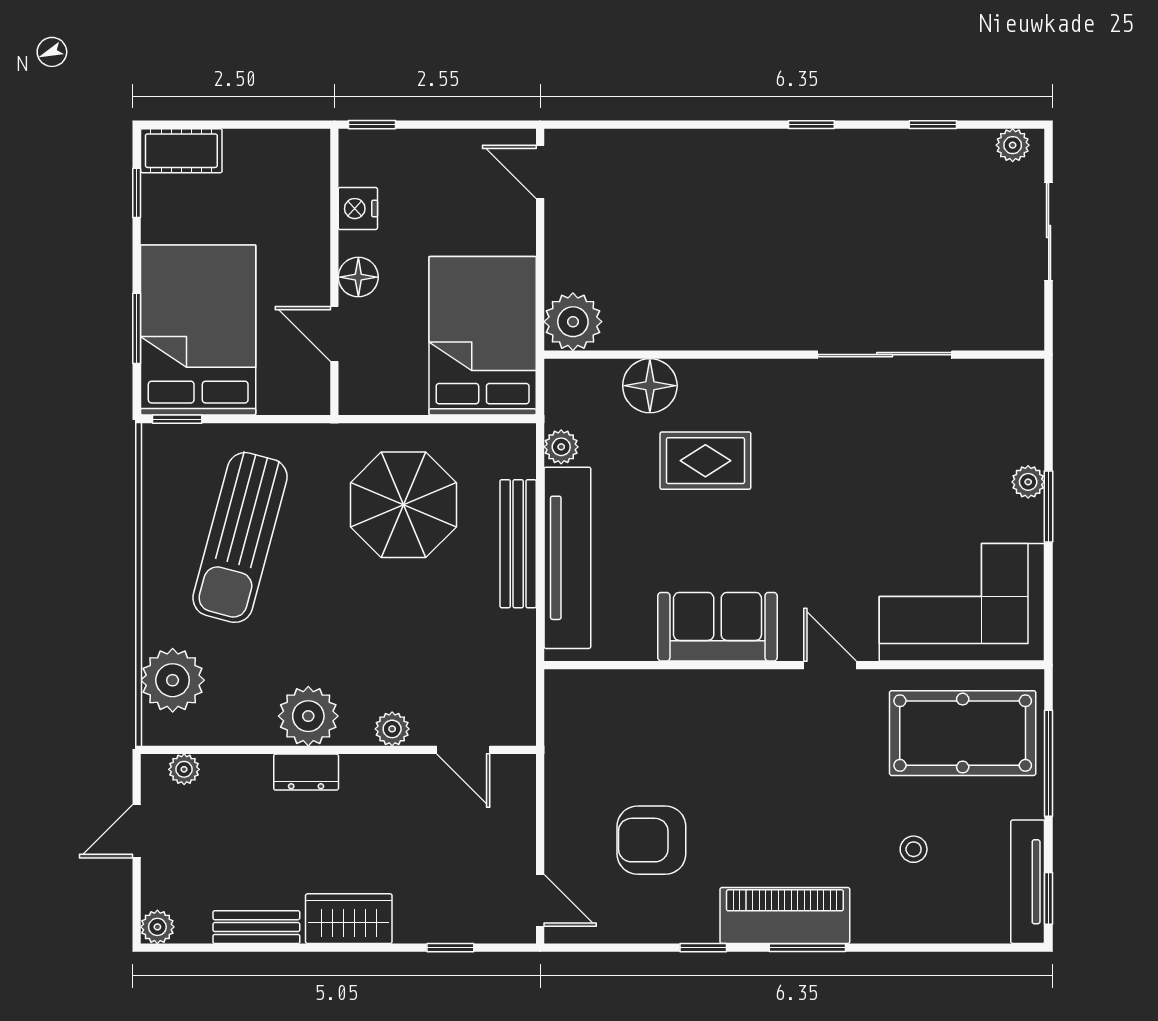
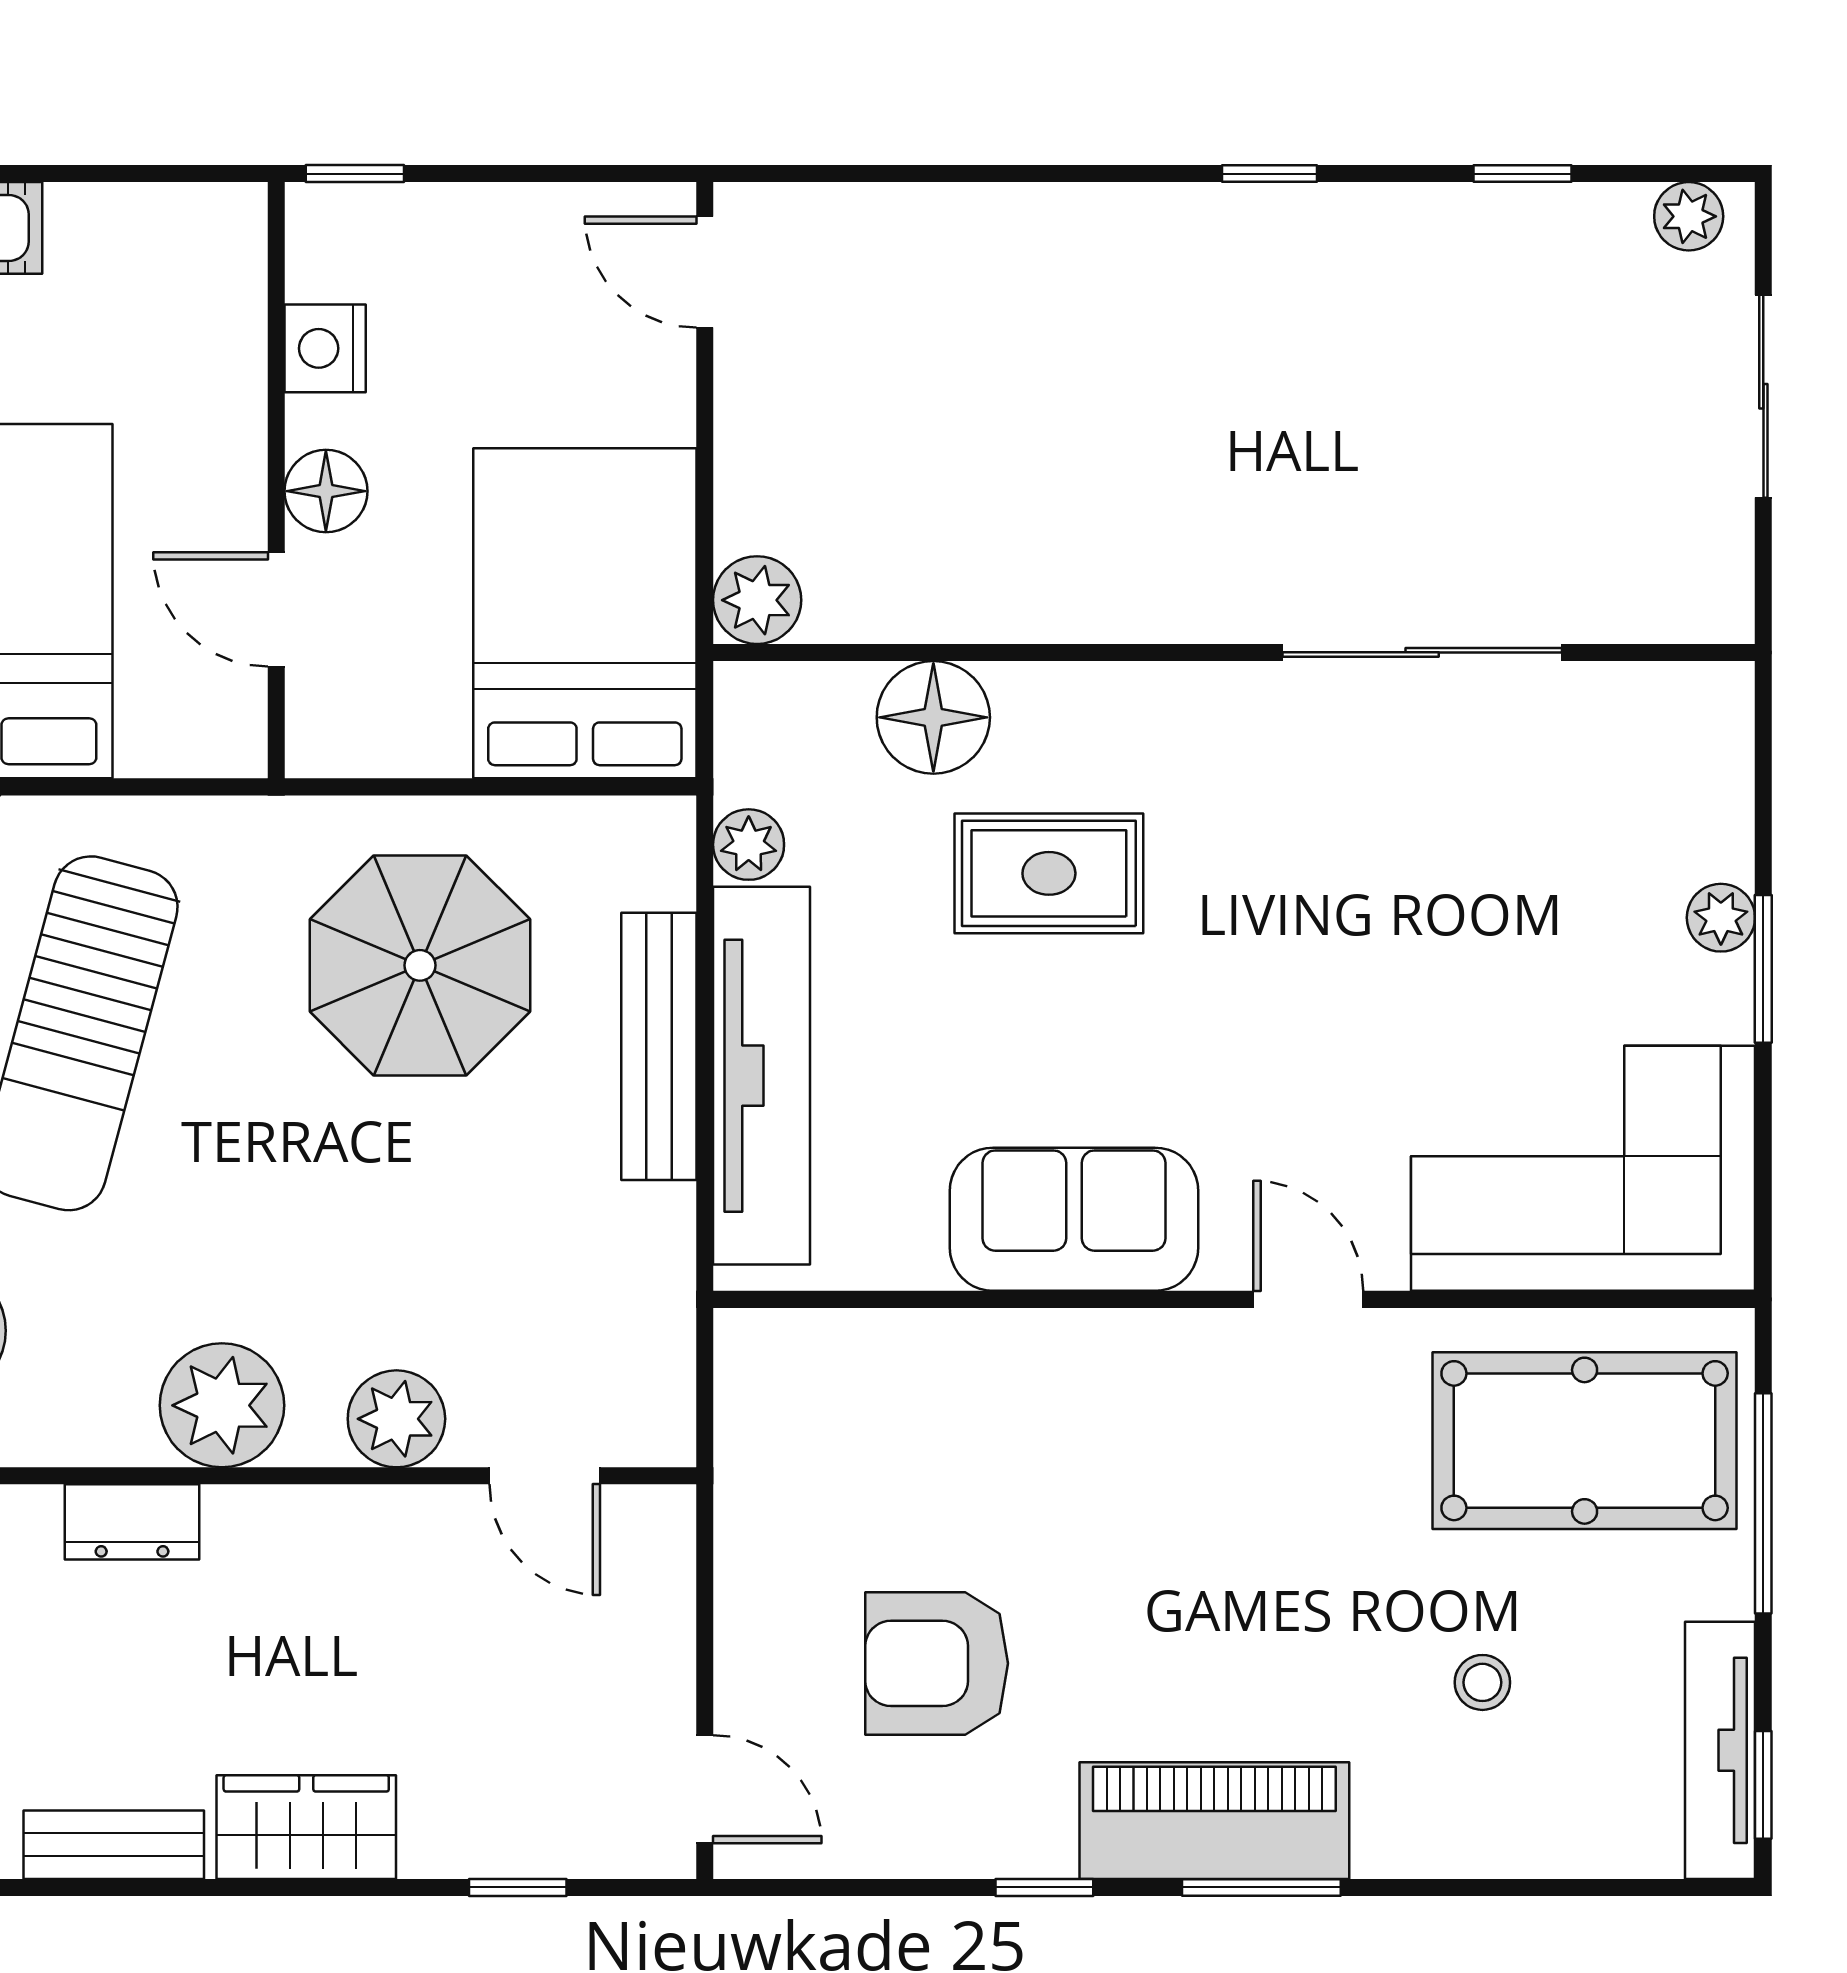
plant: (573, 322) -> (757, 600), width x0.73, depth x0.73
plant: (392, 729) -> (396, 1419), width x1.38, depth x1.38
dresser: (306, 772) -> (132, 1522), moved

